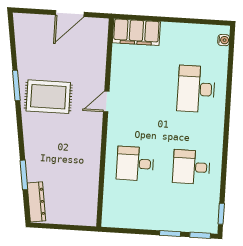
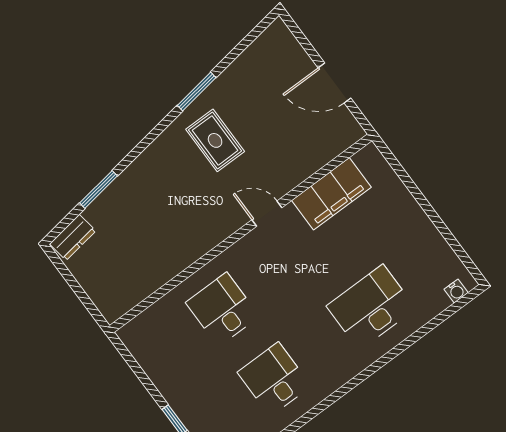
filing cabinet: (136, 32) -> (331, 194), moved, turned -90
rug: (48, 97) -> (215, 140), width x0.73, depth x0.70
dresser: (36, 202) -> (73, 237), width x0.70

